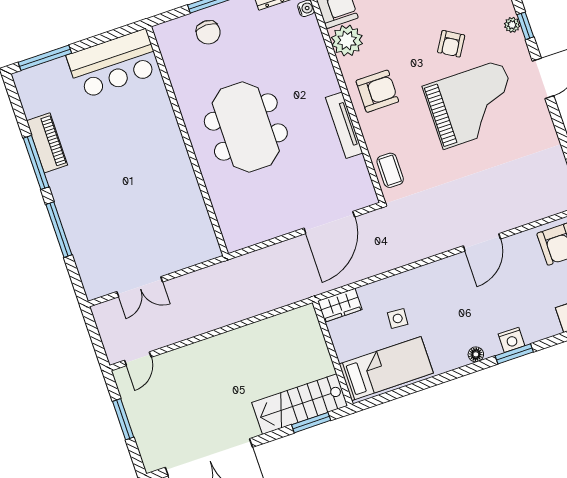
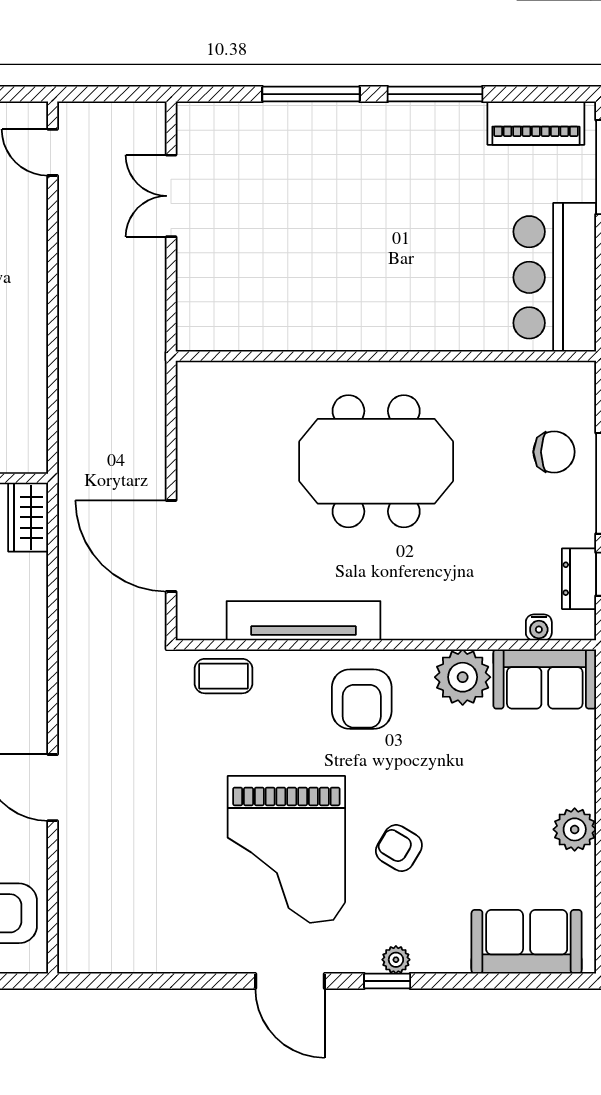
chair: (208, 32) -> (554, 452), turned 180
tv unit: (344, 125) -> (303, 621), width x1.36, depth x1.29
piano: (47, 143) -> (536, 123), moved

